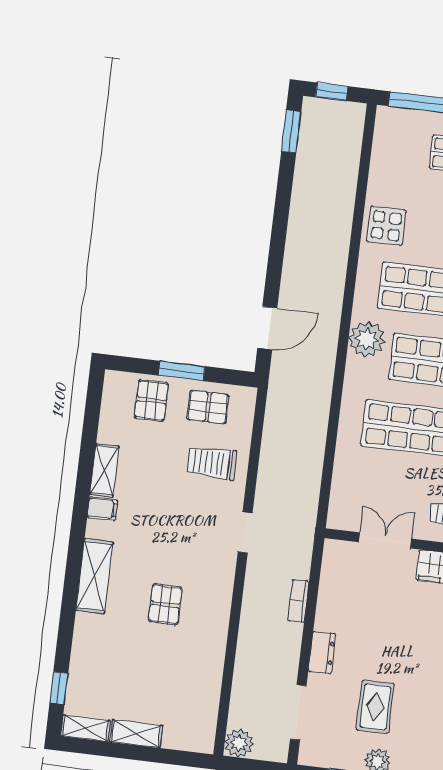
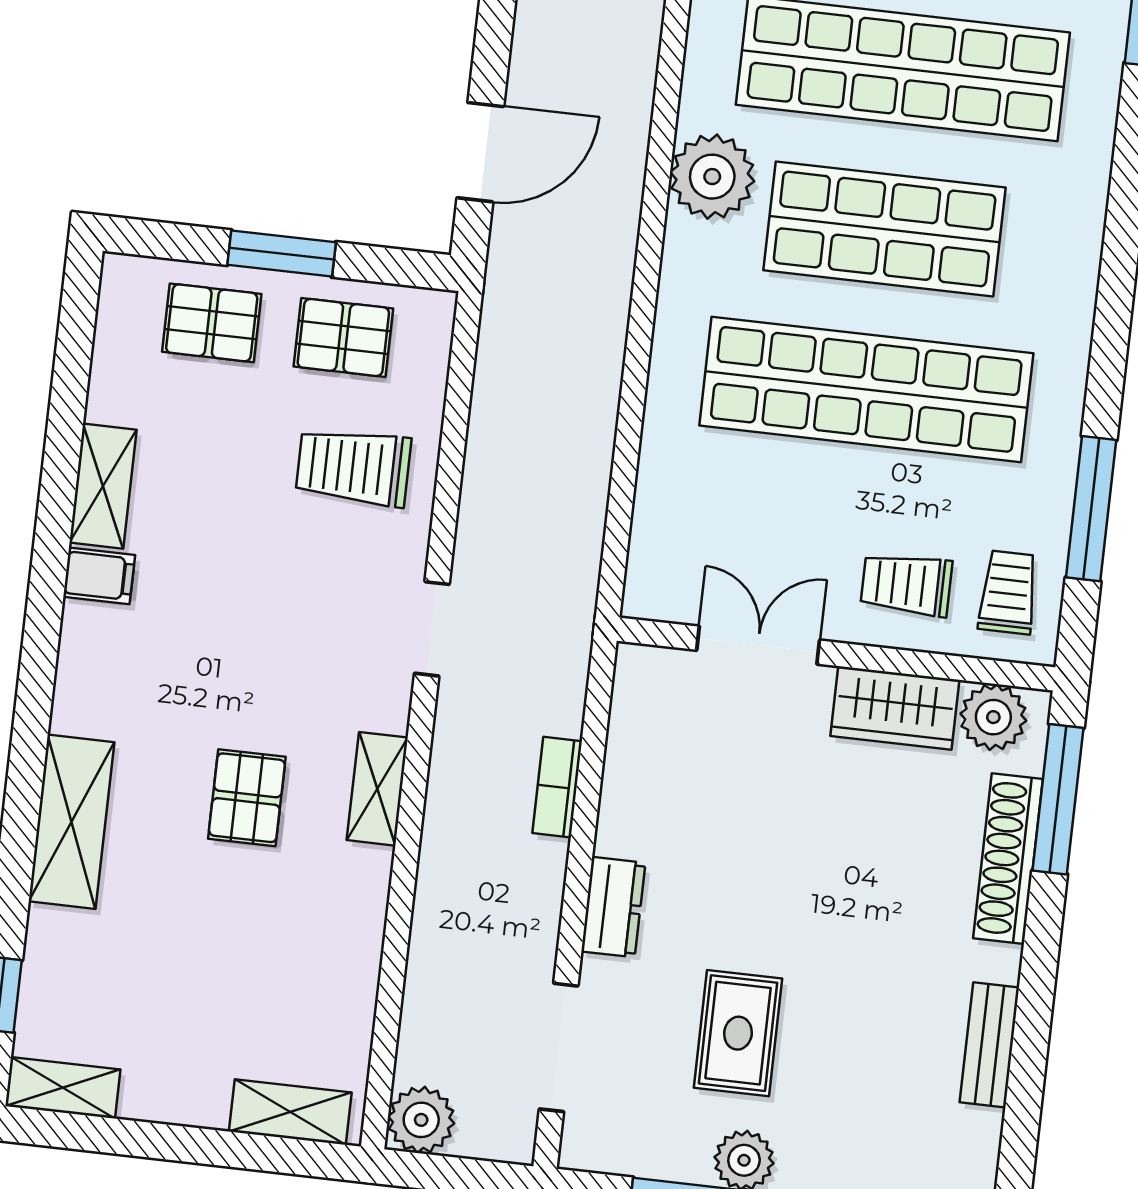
pallet: (152, 400) -> (212, 323), turned 90
shelving: (94, 576) -> (71, 822), moved
shelving: (221, 601) -> (377, 789), added
shelving: (136, 734) -> (290, 1112), moved

